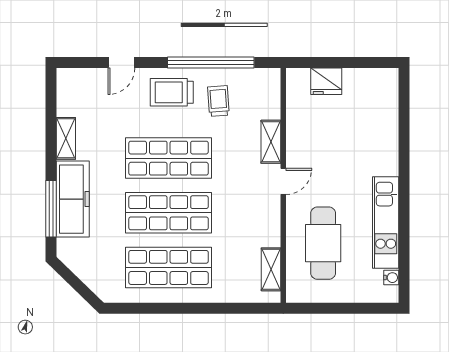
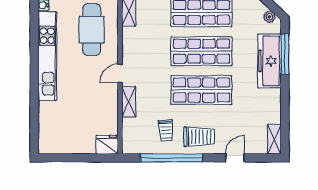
fridge: (326, 81) -> (107, 145), moved
shelving: (66, 138) -> (274, 139), moved
kitchen unit: (386, 223) -> (47, 56), width x1.36
plant: (73, 261) -> (269, 17), added

